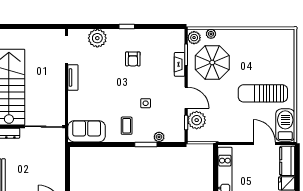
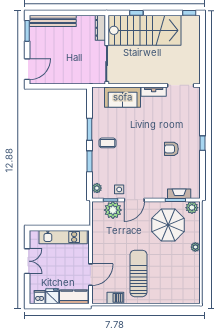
plant: (211, 34) -> (195, 247), moved
plant: (97, 38) -> (191, 115), removed
fireplace: (180, 64) -> (179, 194), moved
side table: (146, 103) -> (119, 189), moved
barbecue: (285, 125) -> (115, 298), width x0.53, depth x0.65
sofa: (87, 131) -> (123, 97), moved, turned 90
plant: (159, 137) -> (97, 188), moved
window: (112, 144) -> (90, 129), added

